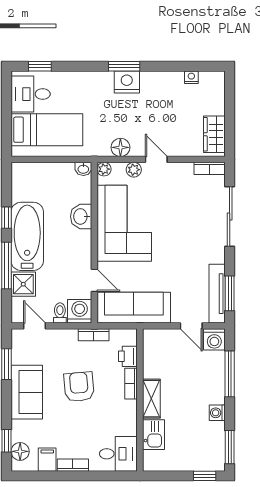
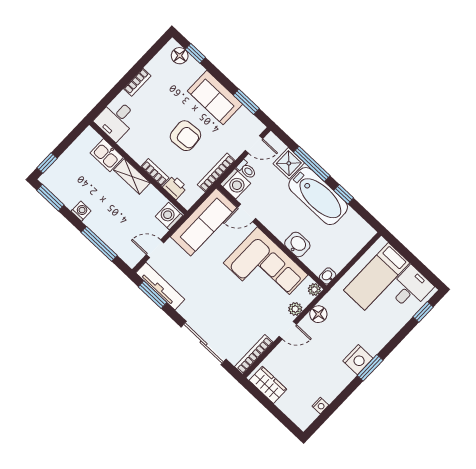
bookcase: (210, 168) -> (254, 354), width x1.56
bookcase: (94, 335) -> (216, 173), width x1.56
washing machine: (214, 339) -> (169, 216), moved
filing cabinet: (47, 460) -> (157, 69), removed

